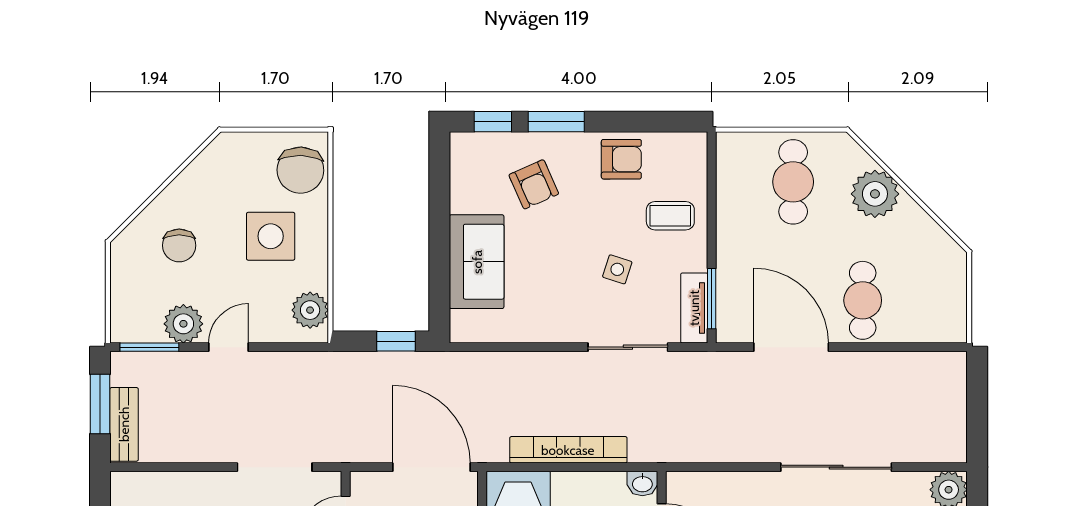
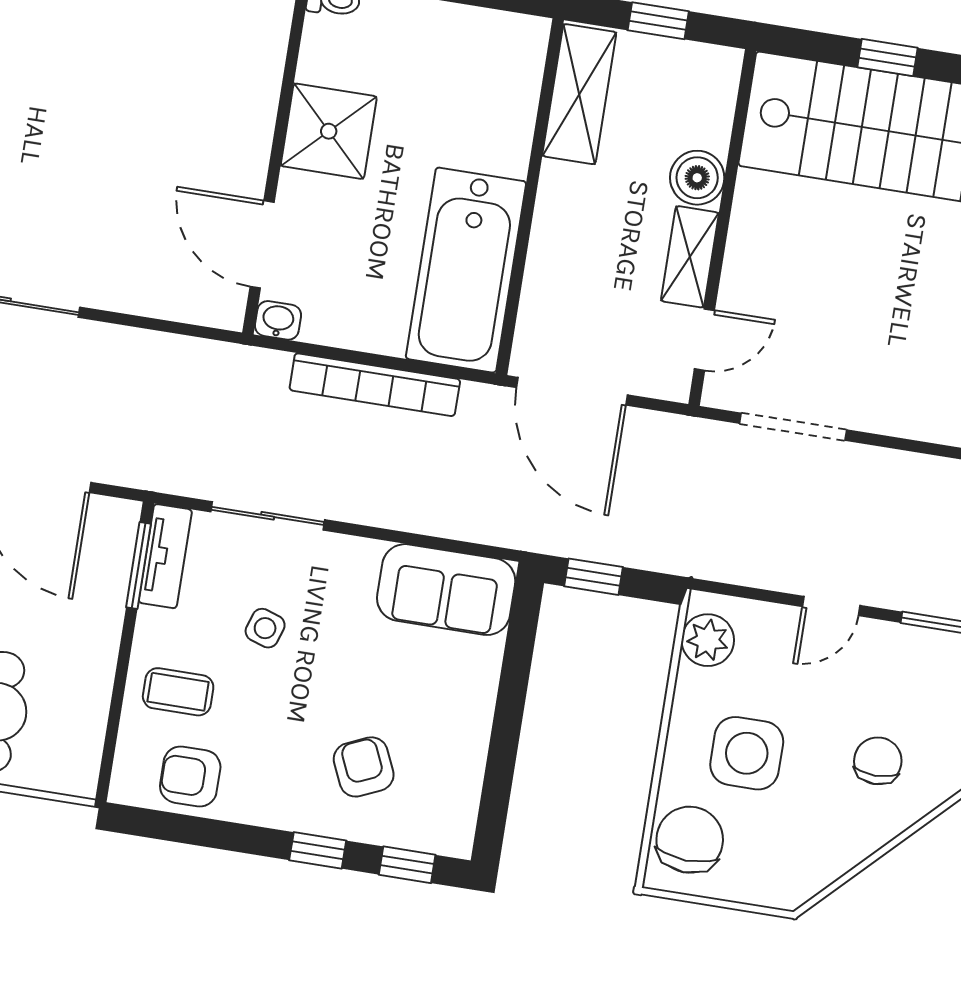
window: (556, 122) -> (318, 850), width x0.67
armchair: (621, 159) -> (190, 776), moved
sofa: (477, 262) -> (446, 590), moved, turned -90
plant: (183, 324) -> (890, 649), removed

